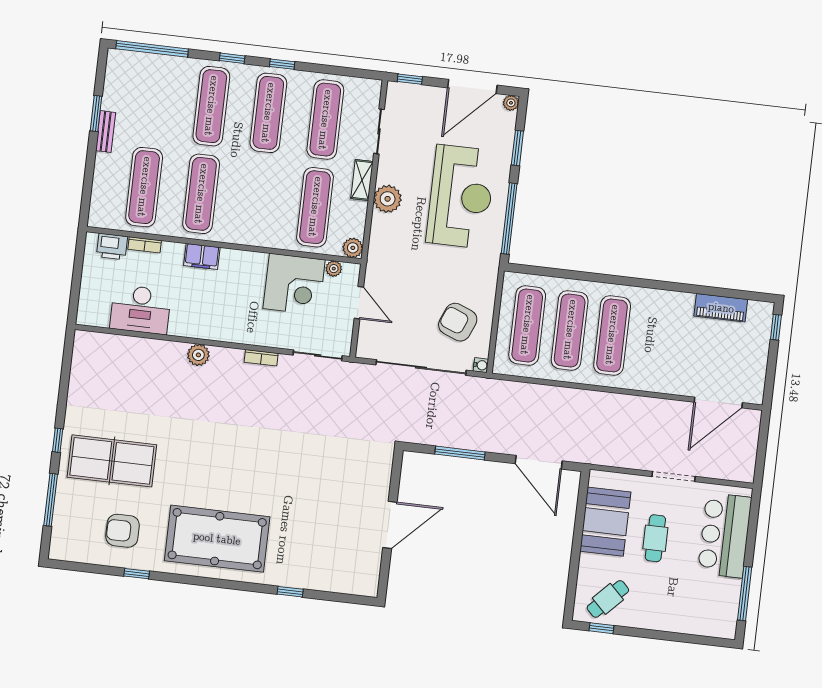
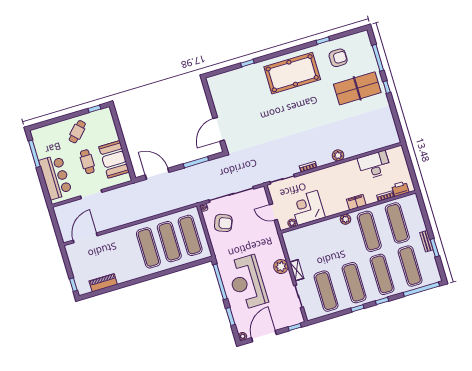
exercise mat: (315, 207) -> (410, 266), moved
plant: (353, 248) -> (346, 219), moved
door: (390, 525) -> (219, 129), moved
cafe table: (608, 599) -> (77, 132), moved

